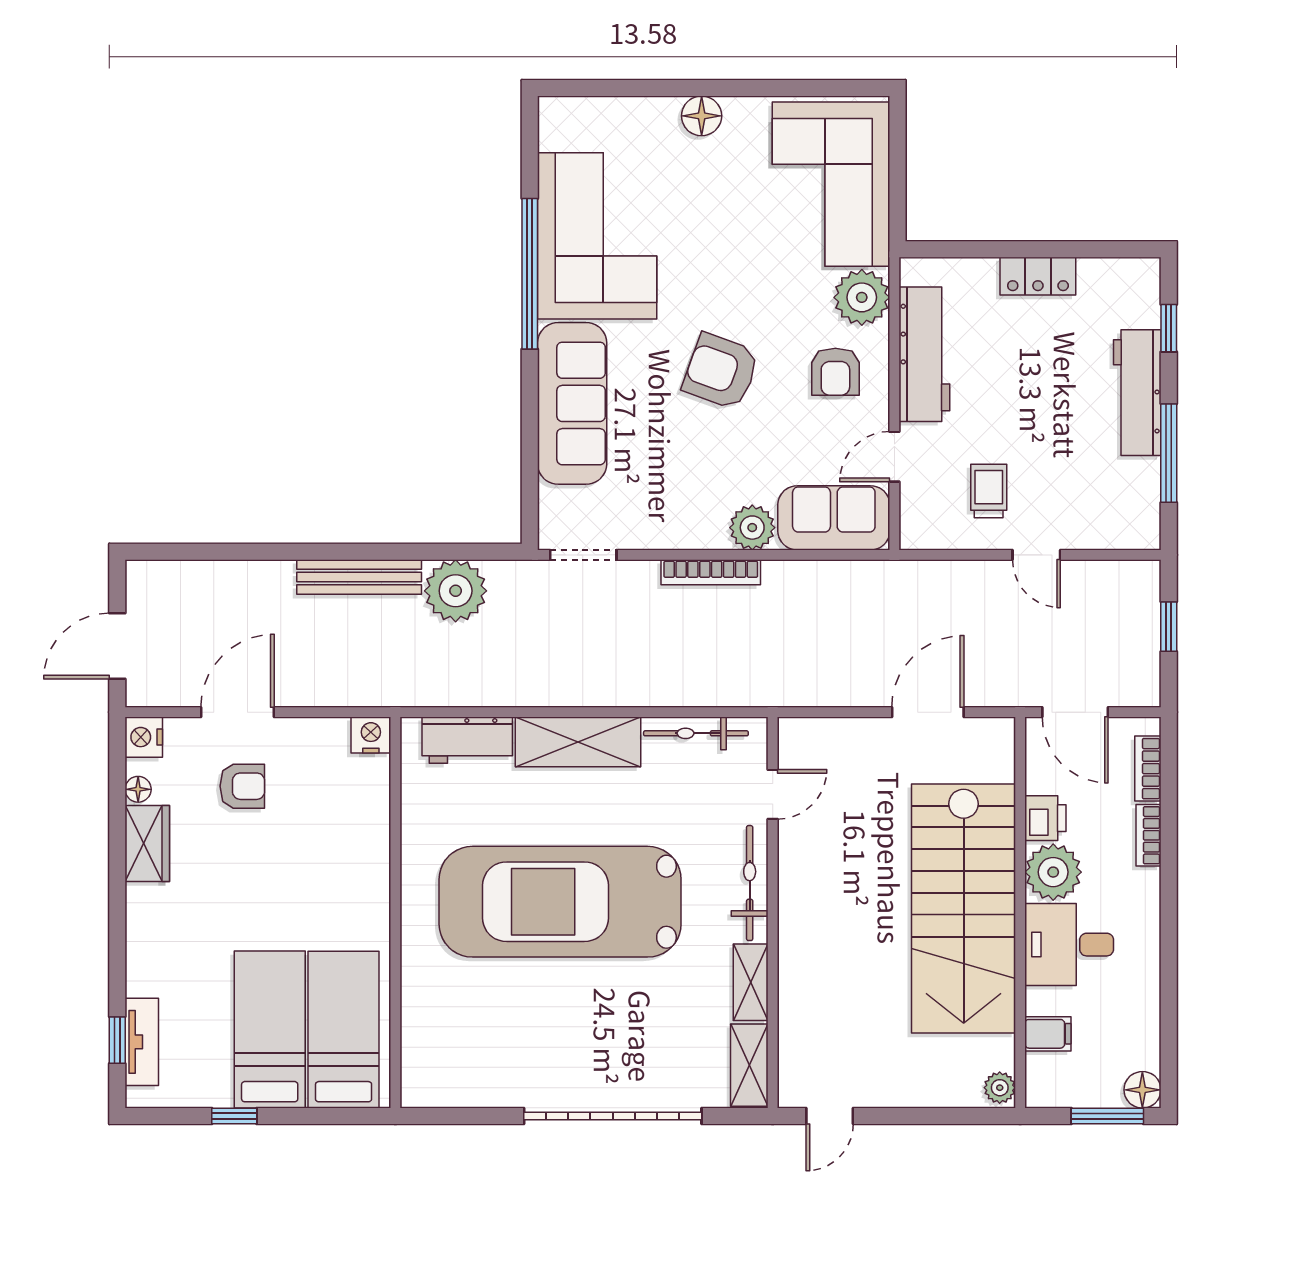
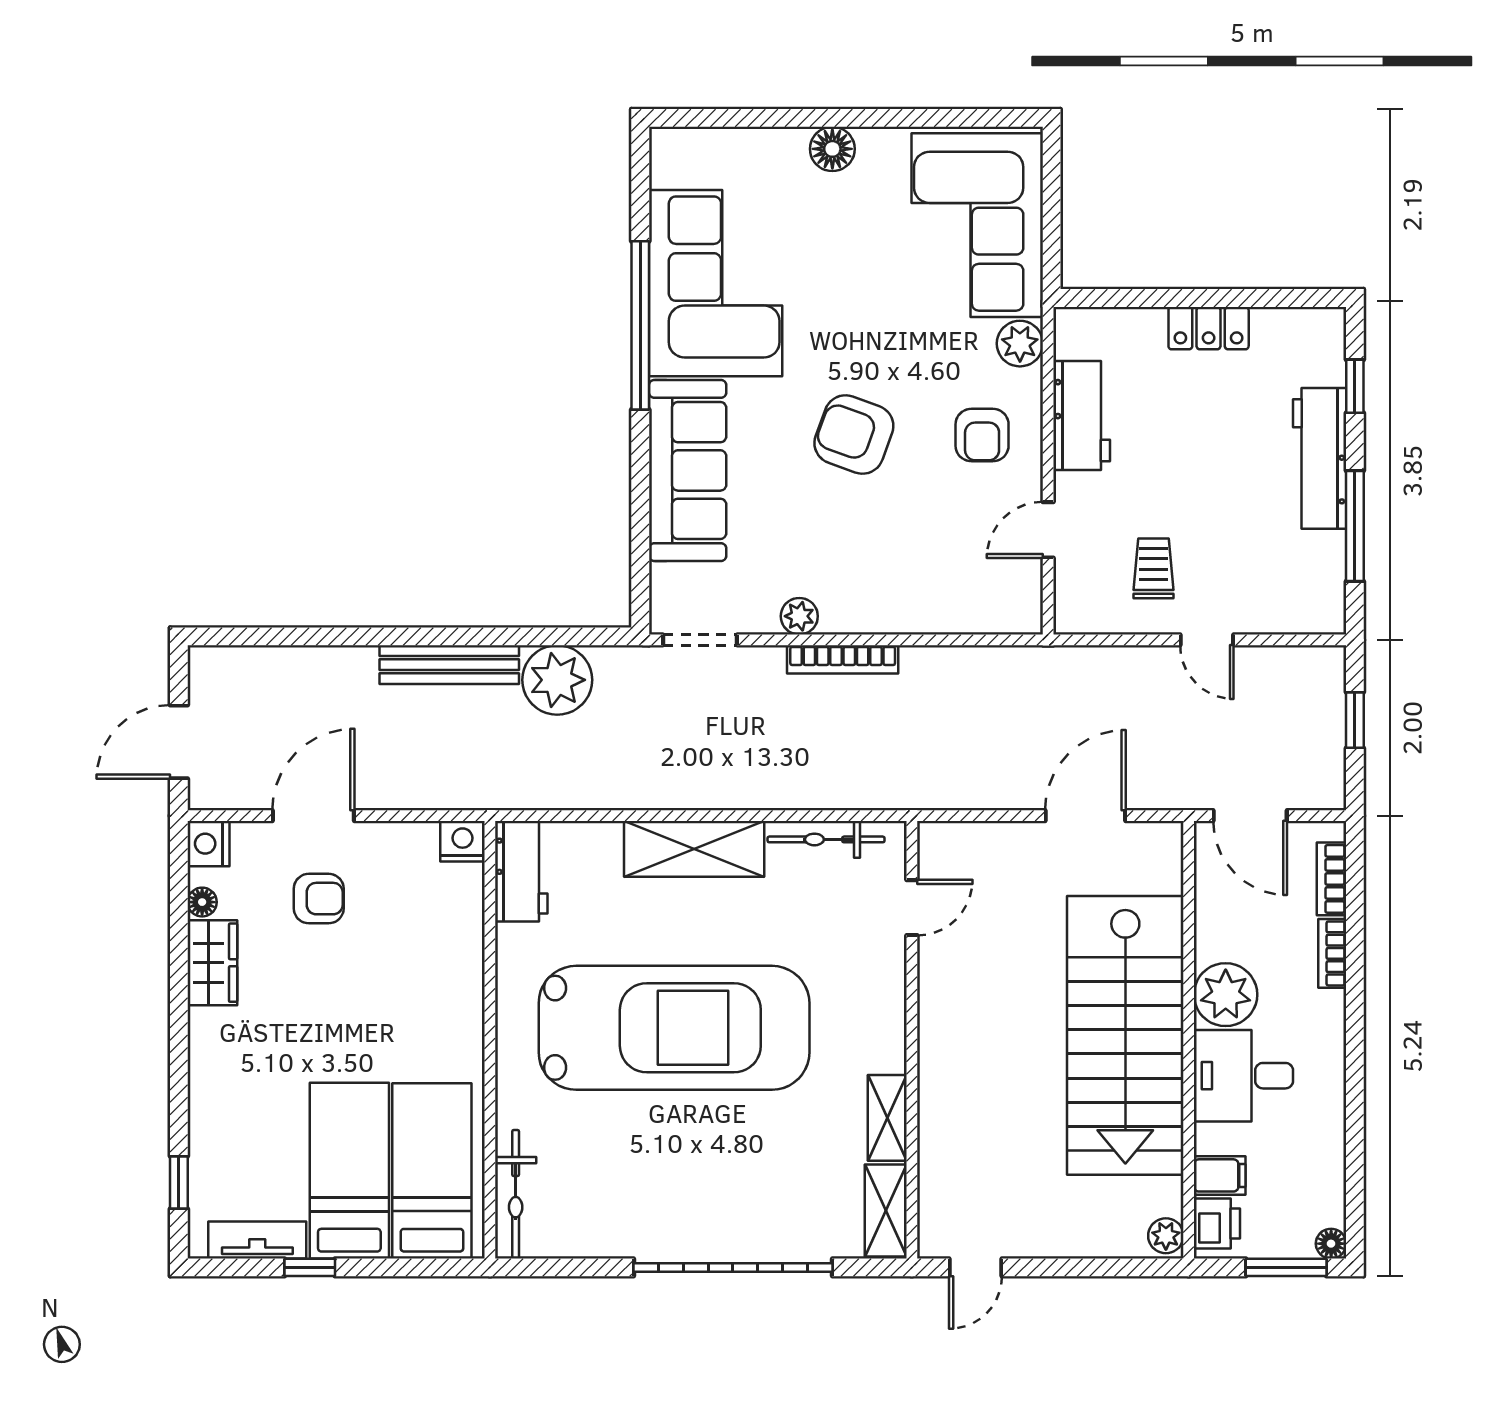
plant: (862, 297) -> (1020, 344), width x0.73, depth x0.73
workbench: (924, 354) -> (1082, 416), width x0.73
sofa: (834, 518) -> (980, 598), removed
plant: (752, 528) -> (799, 616), moved, width x0.73, depth x0.73
workbench: (467, 740) -> (521, 871), moved, turned -90
printer: (1045, 818) -> (1217, 1224), moved
bicycle: (750, 883) -> (516, 1194), moved, turned 180
car: (560, 902) -> (674, 1028), turned 180
tv unit: (142, 1042) -> (257, 1240), moved, turned -90
floor lamp: (1142, 1090) -> (1331, 1244), width x0.73, depth x0.73

